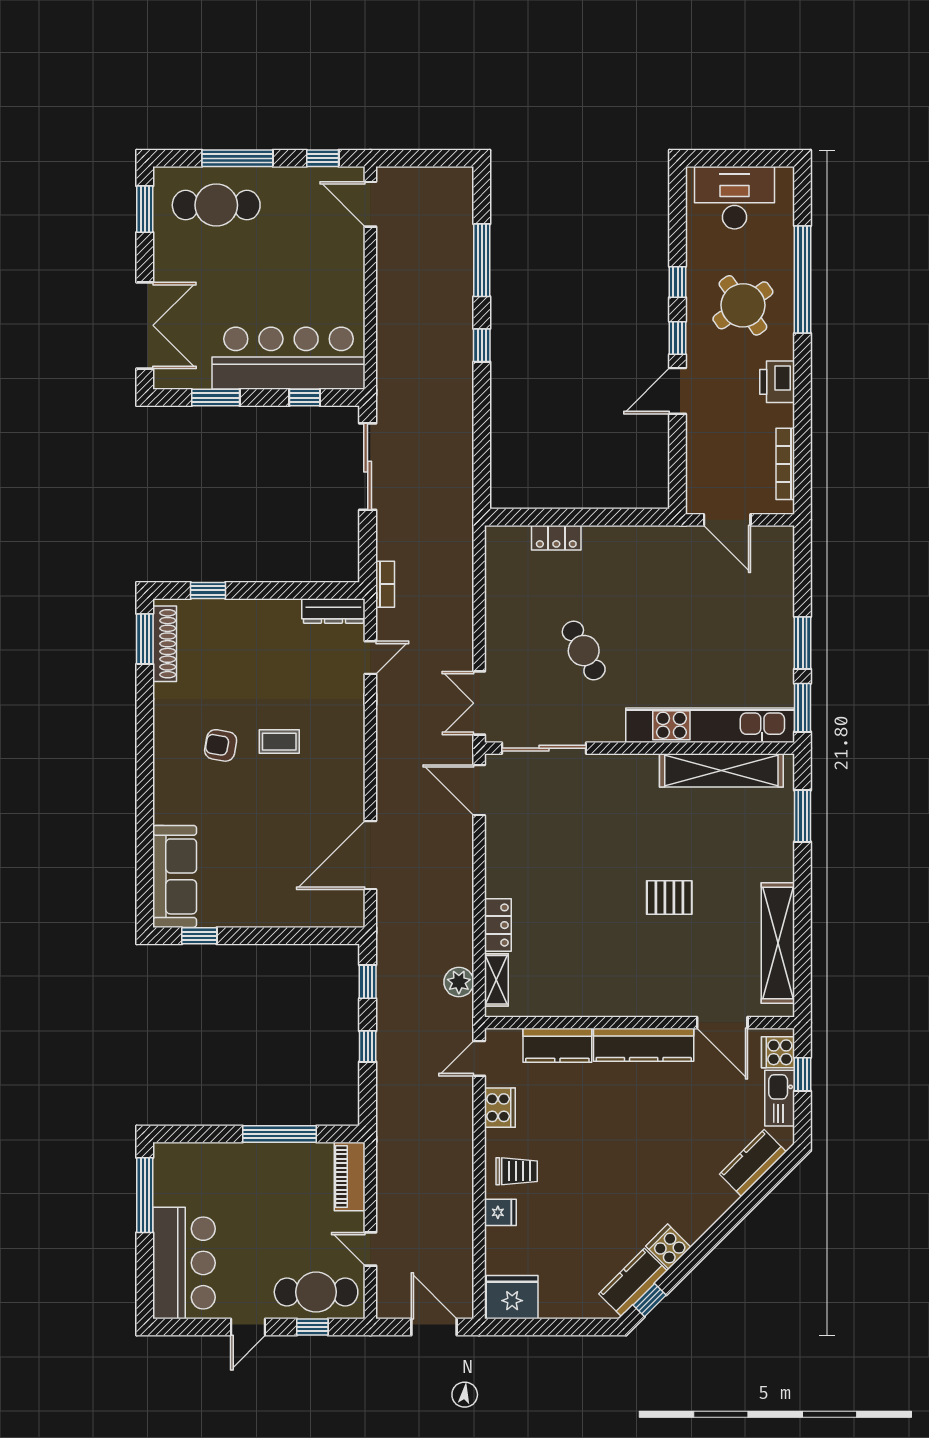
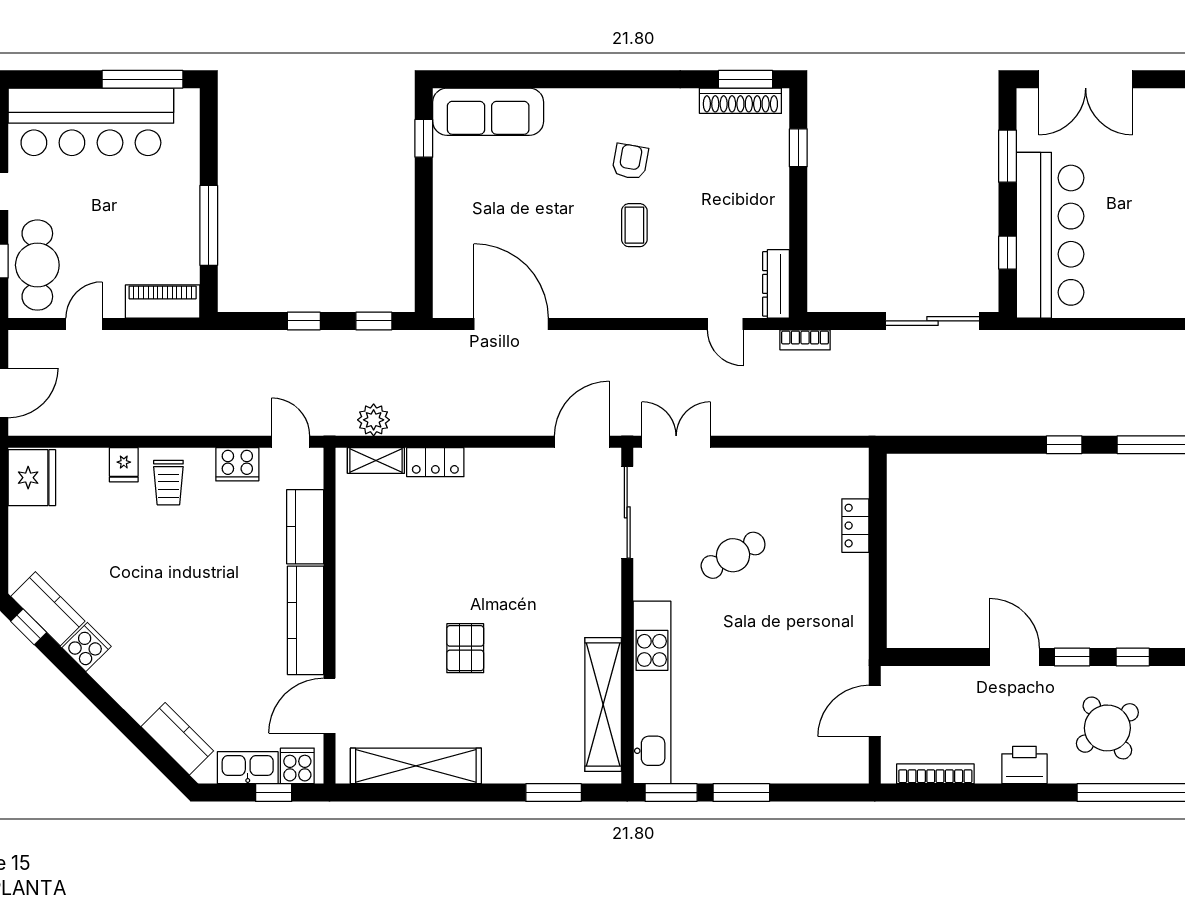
bar counter: (184, 1263) -> (91, 122), width x1.36

